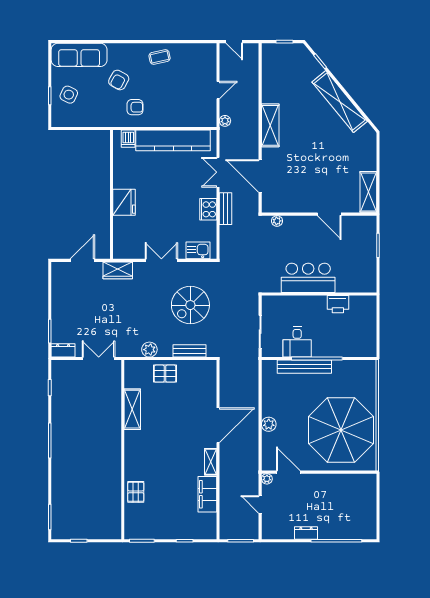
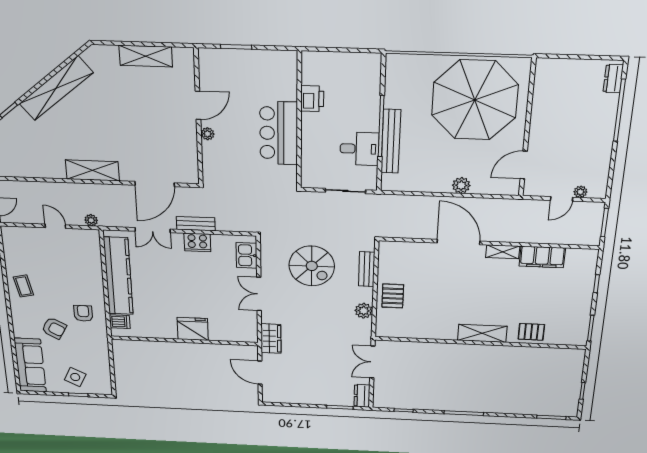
shelving: (368, 192) -> (146, 56), moved
plant: (277, 221) -> (208, 134), moved
shelving: (132, 409) -> (482, 333), moved
plant: (267, 479) -> (580, 192), moved
dresser: (306, 533) -> (613, 79), moved

